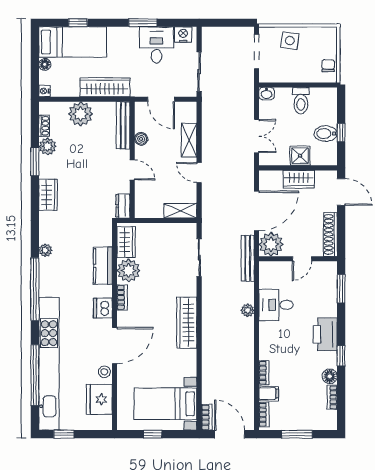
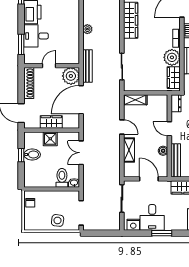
toilet: (301, 101) -> (62, 178), moved
desk: (276, 305) -> (36, 36), moved, turned 180

